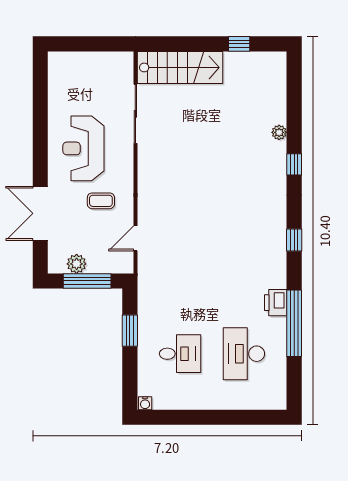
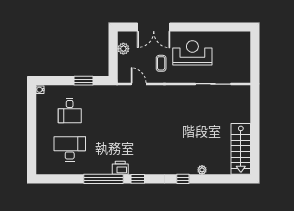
window: (239, 44) -> (255, 146), removed
stairs: (180, 67) -> (241, 149), moved
double door: (40, 213) -> (154, 27), swing flipped
window: (87, 281) -> (113, 55), removed
printer: (276, 303) -> (120, 168), moved
window: (294, 323) -> (103, 179), moved

